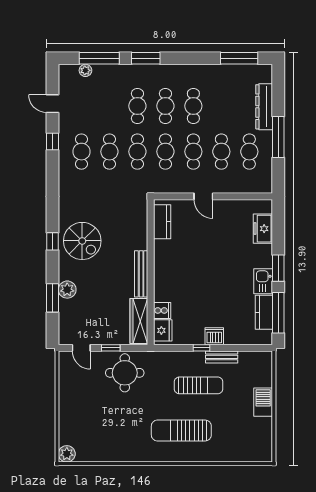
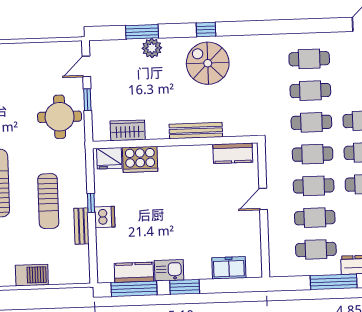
window: (53, 142) -> (319, 26), removed
spiral stairs: (82, 241) -> (208, 63), turned 90
bench: (141, 274) -> (196, 131), moved
cooker: (162, 310) -> (140, 159), width x1.87, depth x1.31
wardrobe: (139, 321) -> (128, 130), width x0.67

